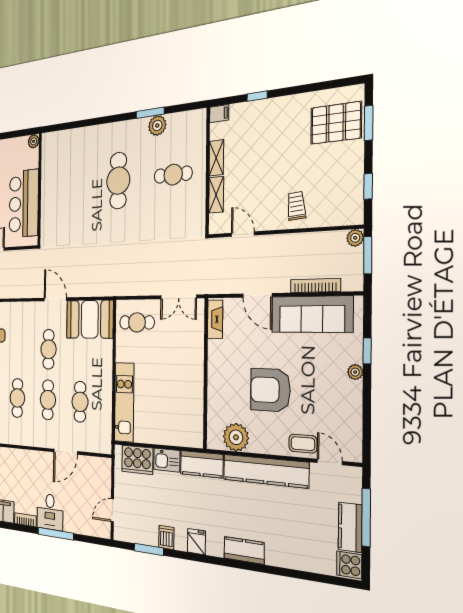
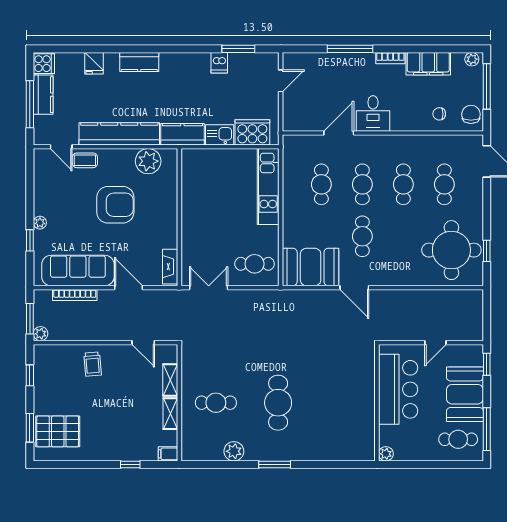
window: (150, 113) -> (275, 465), moved
desk: (50, 512) -> (373, 113), moved, turned 180
fridge: (196, 542) -> (94, 63), moved

